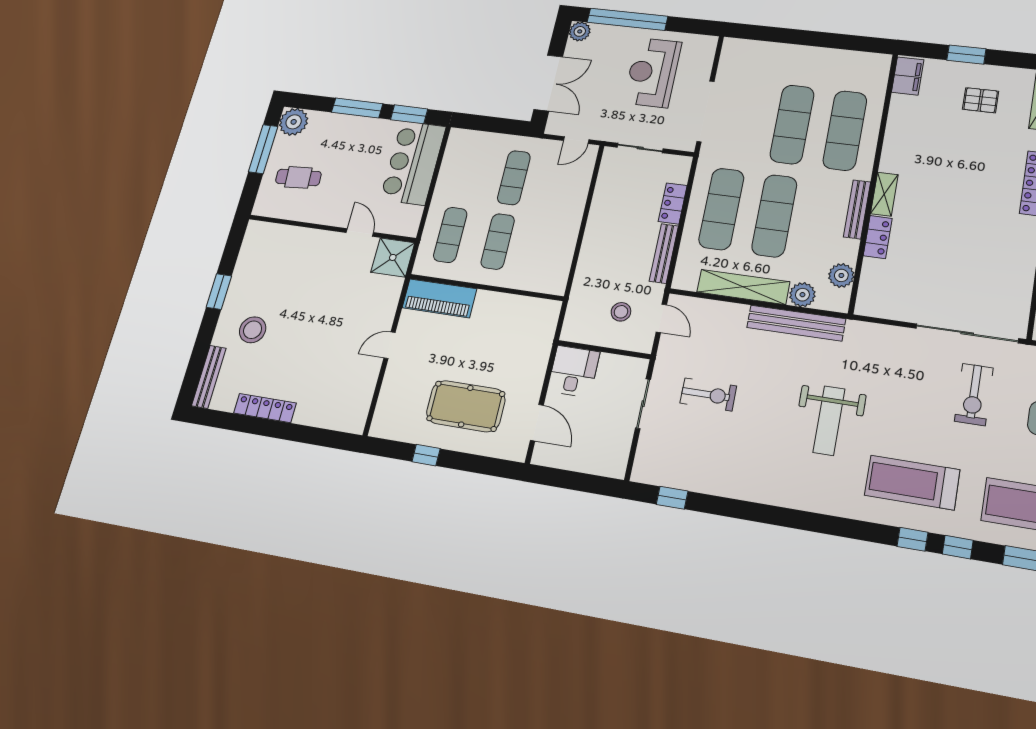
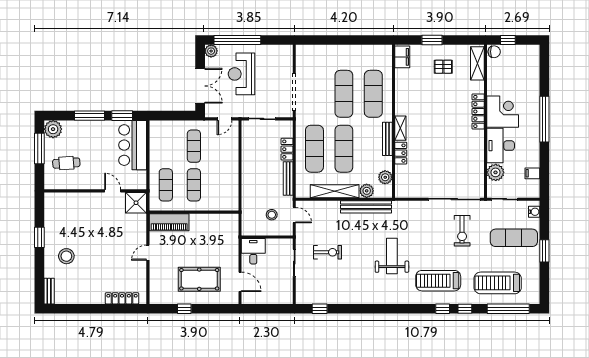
reception desk: (652, 73) -> (242, 74), moved
bench: (209, 377) -> (49, 291), width x0.73
locker: (265, 408) -> (122, 298), moved
weight bench: (829, 421) -> (392, 256), turned 180

